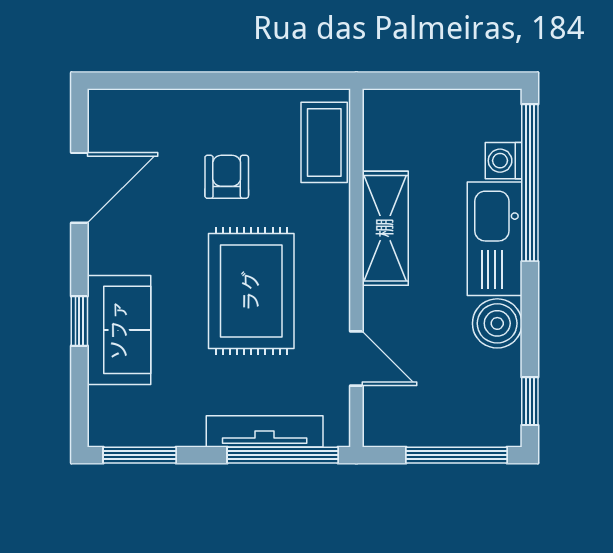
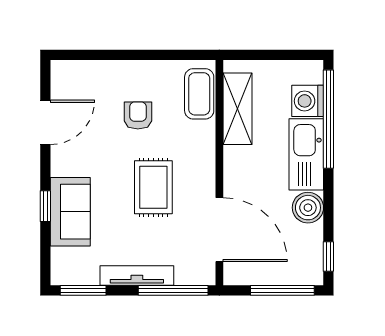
washing machine: (504, 161) -> (308, 101), width x1.38, depth x1.38
shelving: (385, 228) -> (238, 109), moved
rug: (251, 291) -> (153, 187), width x0.73, depth x0.70
door: (356, 358) -> (219, 230), width x1.88
tv unit: (265, 431) -> (137, 276), moved

